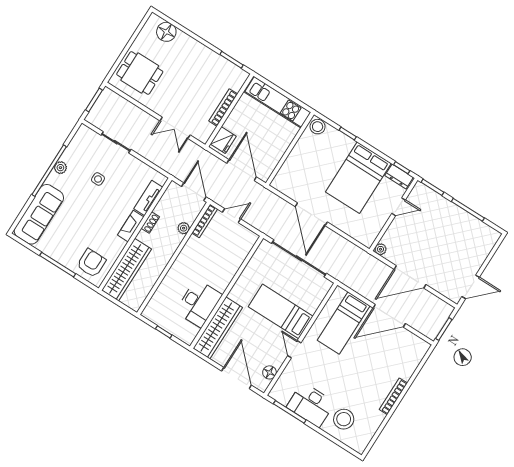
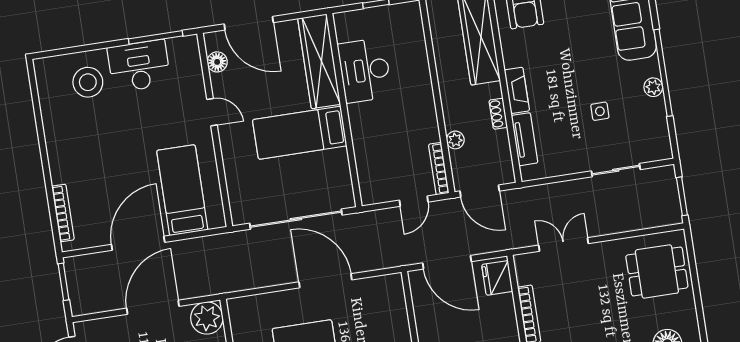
plant: (380, 249) -> (207, 318), width x1.88, depth x1.88
bed: (281, 311) -> (300, 133), moved, turned 180
bookcase: (393, 396) -> (63, 213), moved

